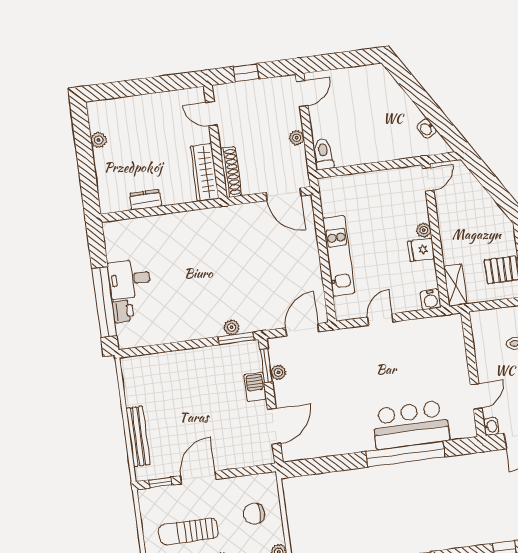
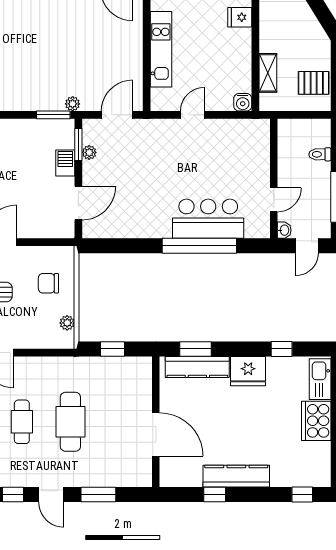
plant: (424, 230) -> (245, 36), removed
fridge: (421, 250) -> (240, 17), moved
shelving: (455, 285) -> (268, 73), moved
plant: (232, 327) -> (73, 104), moved

